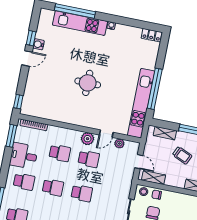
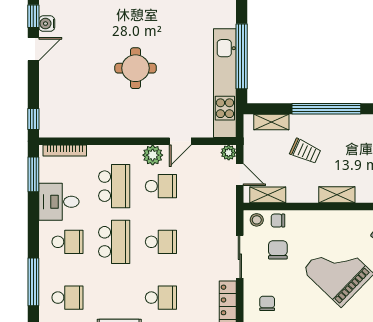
plant: (119, 144) -> (229, 153), moved
school desk: (60, 153) -> (114, 186), width x1.85
school desk: (53, 187) -> (114, 242), width x1.85

